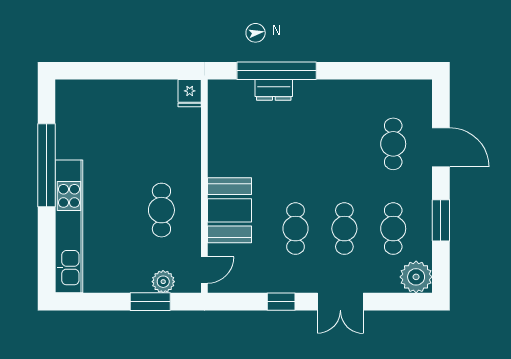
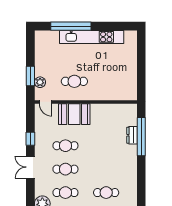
fridge: (190, 93) -> (130, 95), removed
window: (47, 165) -> (71, 26), moved
kitchen unit: (69, 226) -> (92, 37), moved

